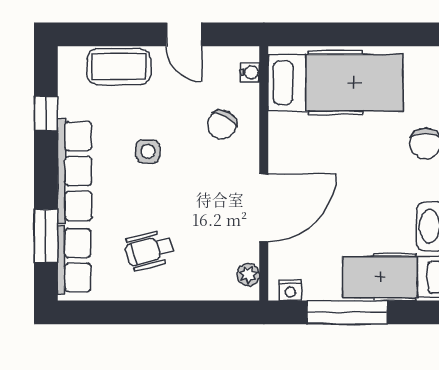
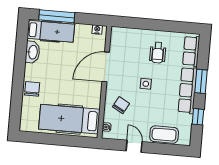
side table: (148, 151) -> (146, 84), moved
window: (46, 236) -> (201, 81), moved
wheelchair: (149, 250) -> (158, 53), turned 105
plant: (248, 275) -> (115, 38), removed
window: (347, 312) -> (57, 16), moved

